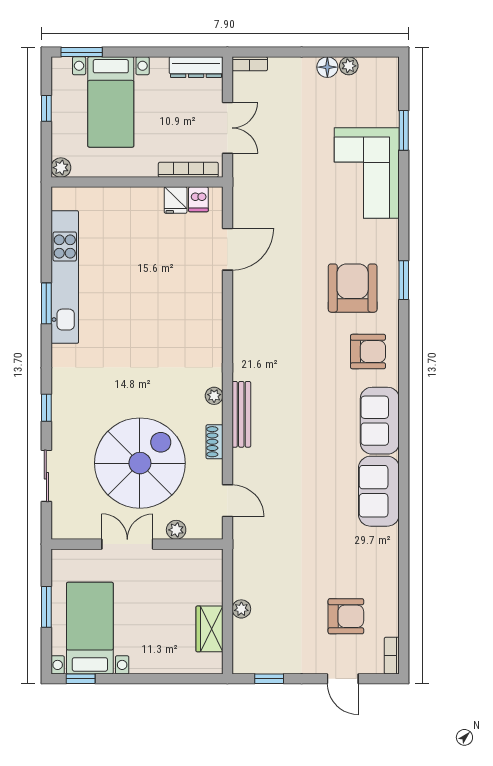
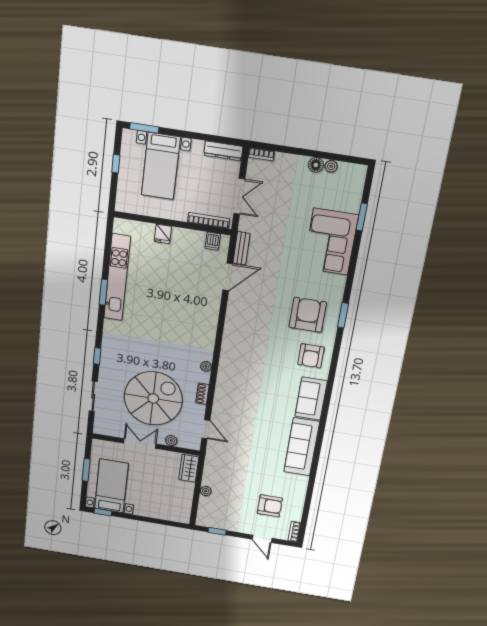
plant: (61, 168) -> (122, 205), removed
fridge: (176, 200) -> (163, 234), moved
armchair: (368, 352) -> (311, 356), turned 90
bench: (241, 414) -> (241, 248), moved, width x0.73
sofa: (379, 491) -> (302, 447), width x1.36
wardrobe: (209, 629) -> (189, 468), moved

